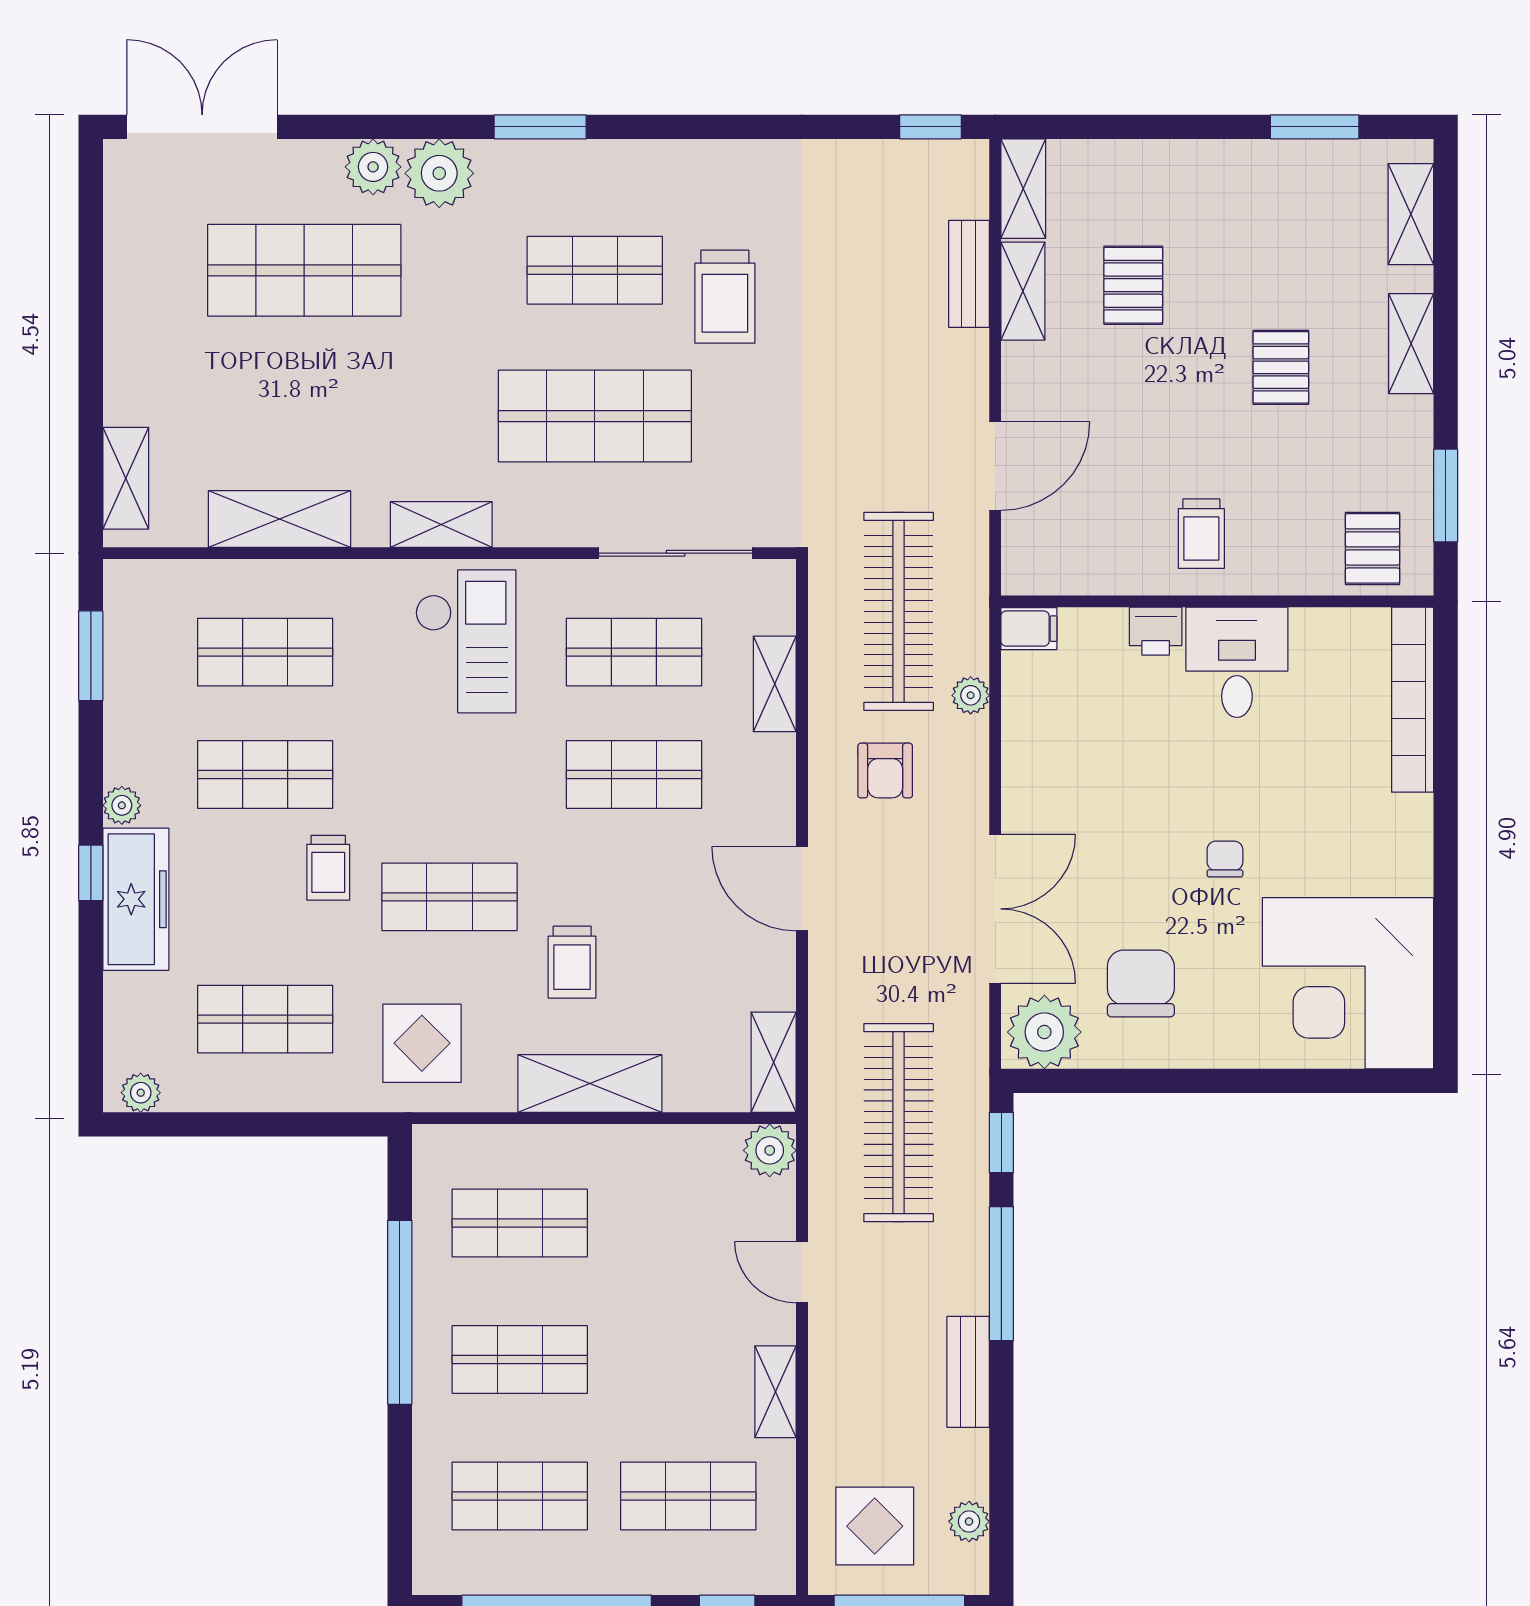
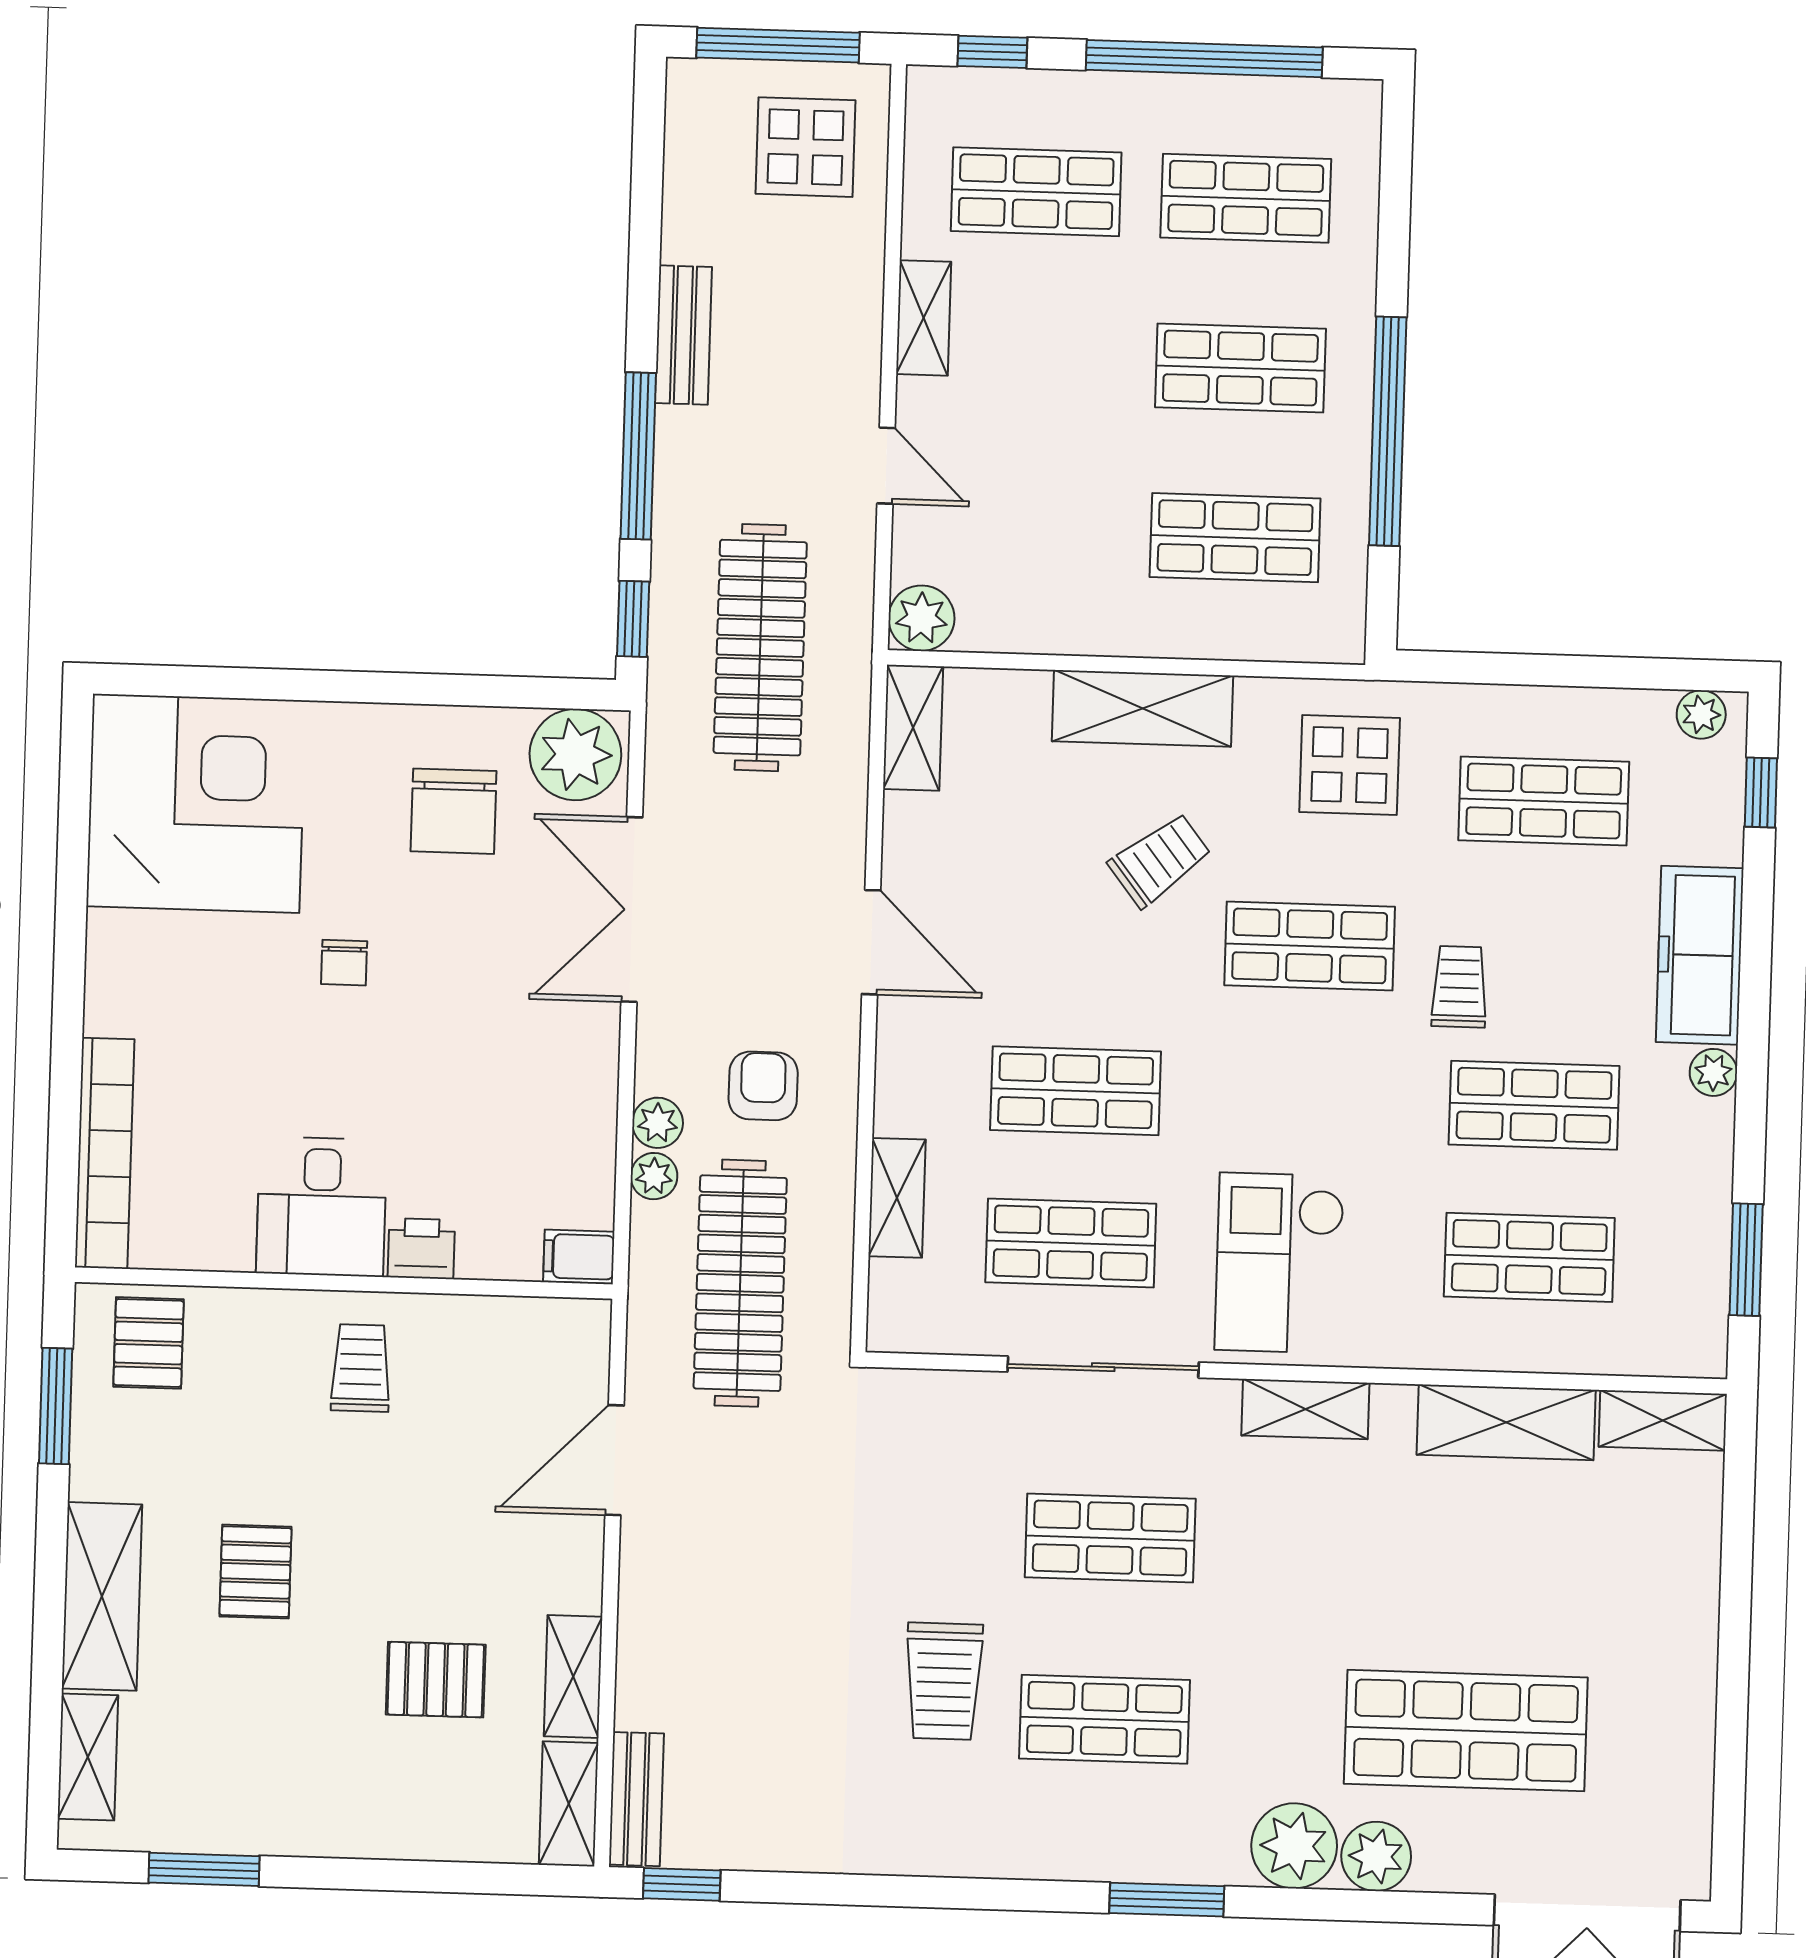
bench: (969, 274) -> (636, 1799), moved
pallet: (1133, 285) -> (436, 1680), turned 90
trolley: (725, 297) -> (944, 1681), turned 180
shelving: (1411, 344) -> (102, 1596), width x1.50, depth x1.33
shop shelf: (595, 416) -> (1110, 1538), width x0.70, depth x0.74
shelving: (126, 478) -> (1663, 1420), moved, turned 90
sliding door: (676, 553) -> (1103, 1367), moved
window: (91, 873) -> (1761, 792), moved
trolley: (572, 962) -> (1160, 860), turned 52
plant: (969, 1521) -> (658, 1123), moved

